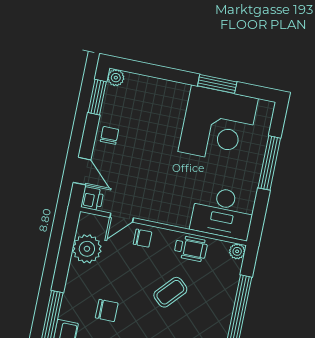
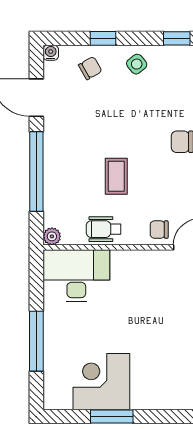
corner desk: (218, 125) -> (101, 382), width x0.74, depth x0.74
coffee table: (170, 292) -> (116, 176), turned -42

